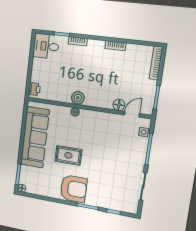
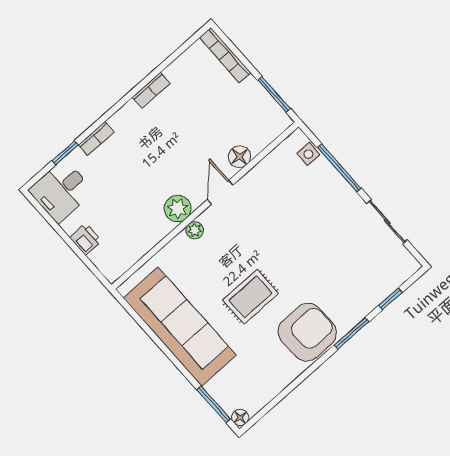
printer: (34, 89) -> (86, 239), moved
door: (132, 114) -> (220, 192), moved

